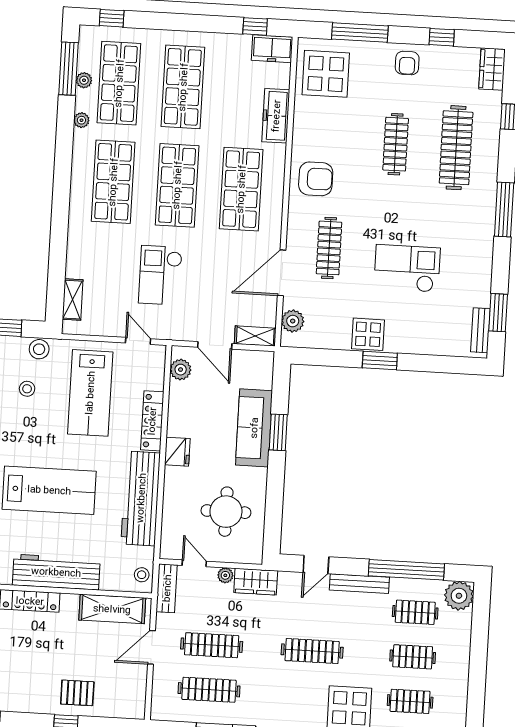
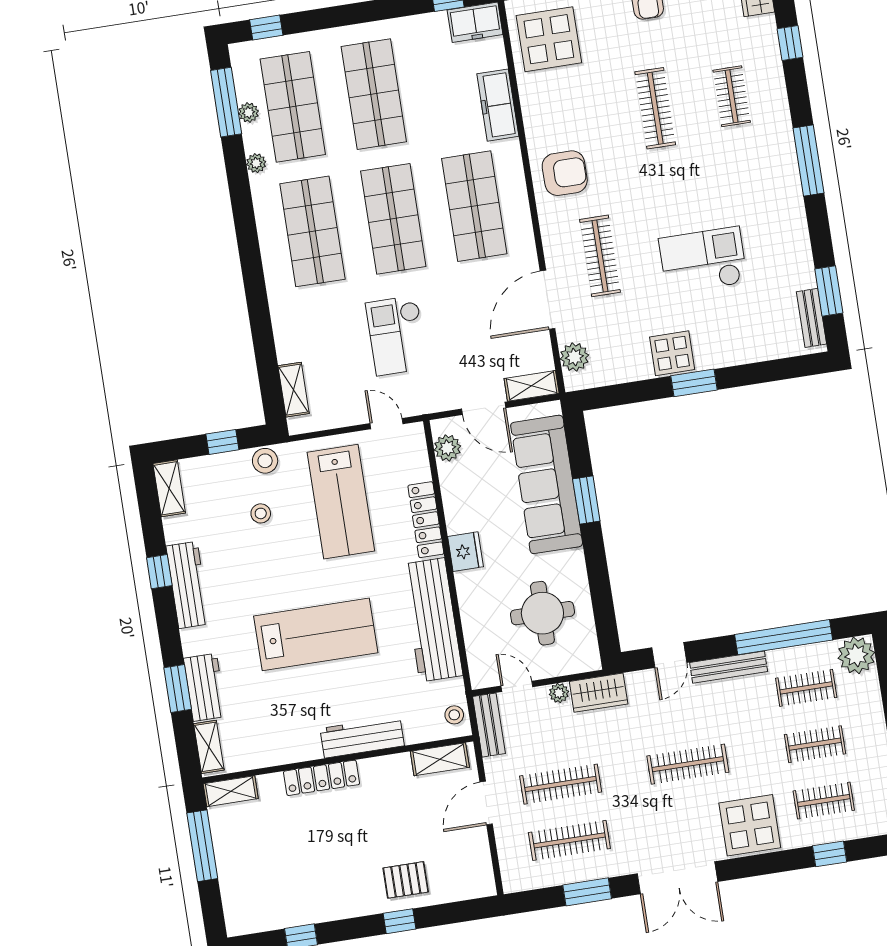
clothes rail: (456, 148) -> (732, 96), width x0.54, depth x0.76
sofa: (254, 428) -> (547, 484), width x1.36, depth x1.27
workbench: (56, 572) -> (362, 737), width x0.73, depth x0.76
shelving: (112, 609) -> (440, 759), width x0.67, depth x0.75

